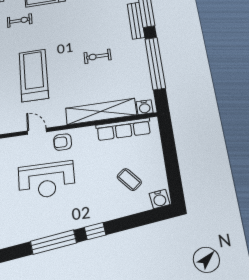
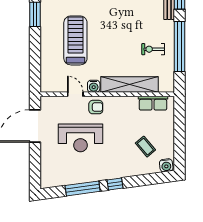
exercise bike: (97, 56) -> (153, 49), moved
water cooler: (145, 107) -> (94, 86), moved
row of seats: (123, 129) -> (153, 103), width x0.68
armchair: (63, 142) -> (96, 107), turned 180

